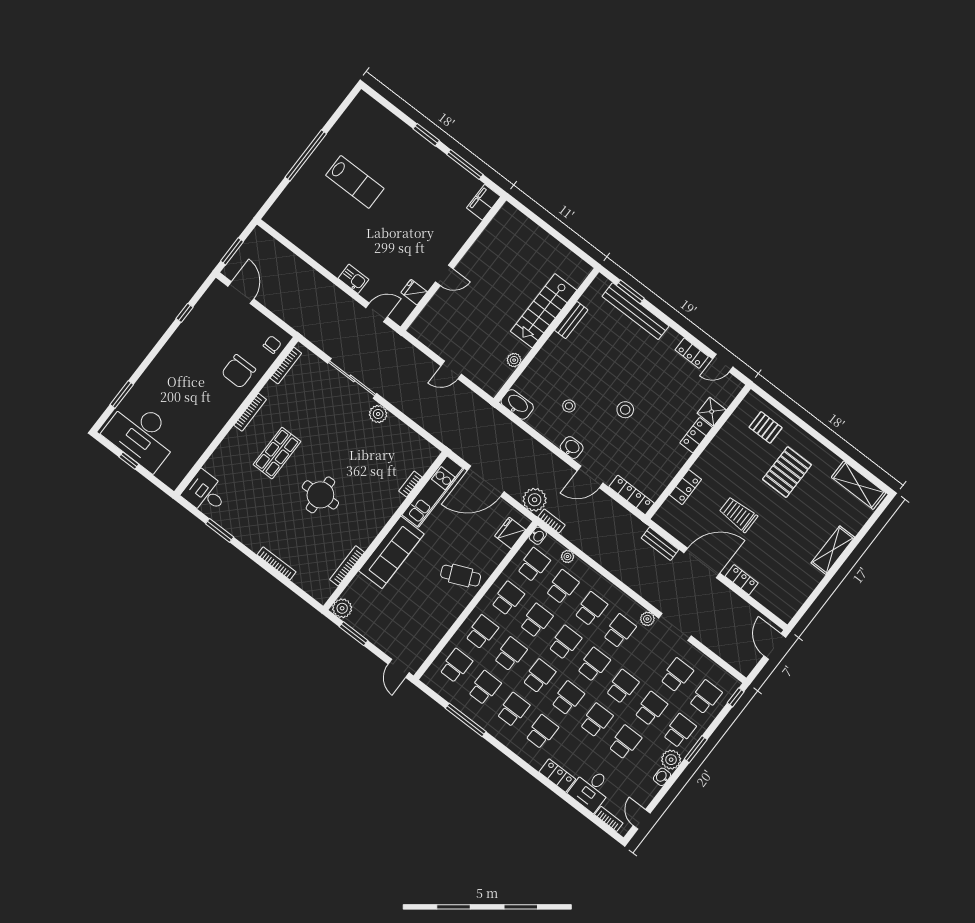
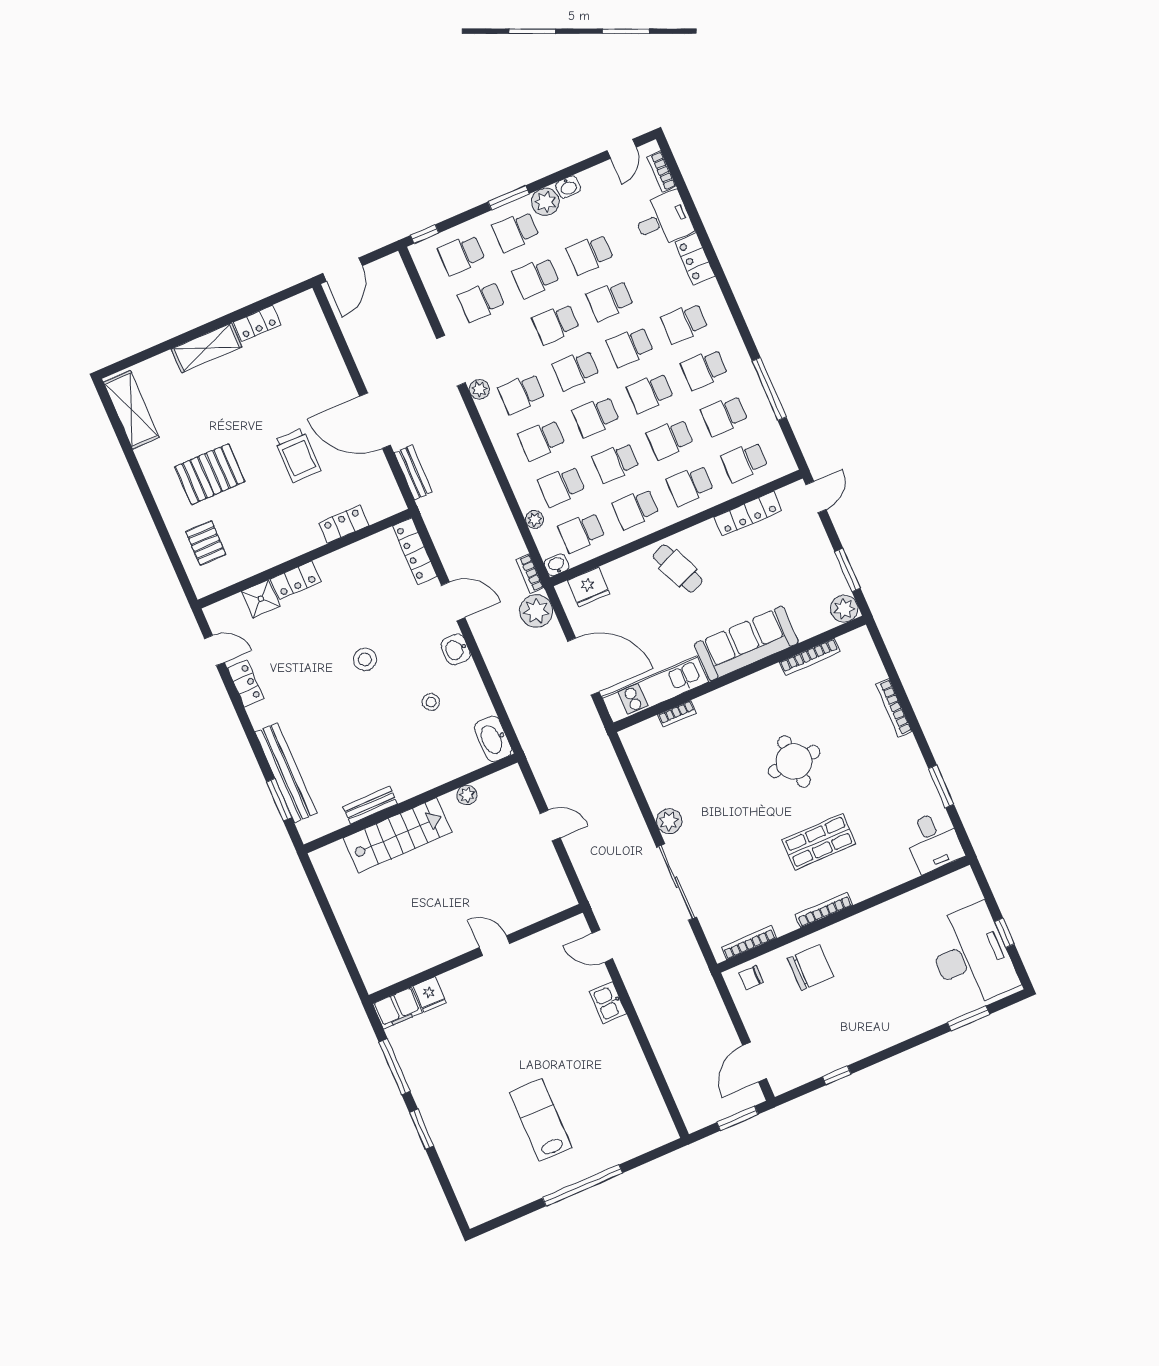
fridge: (414, 292) -> (430, 994), moved
locker: (742, 580) -> (257, 323), moved, turned -90
locker: (436, 634) -> (748, 514), added

